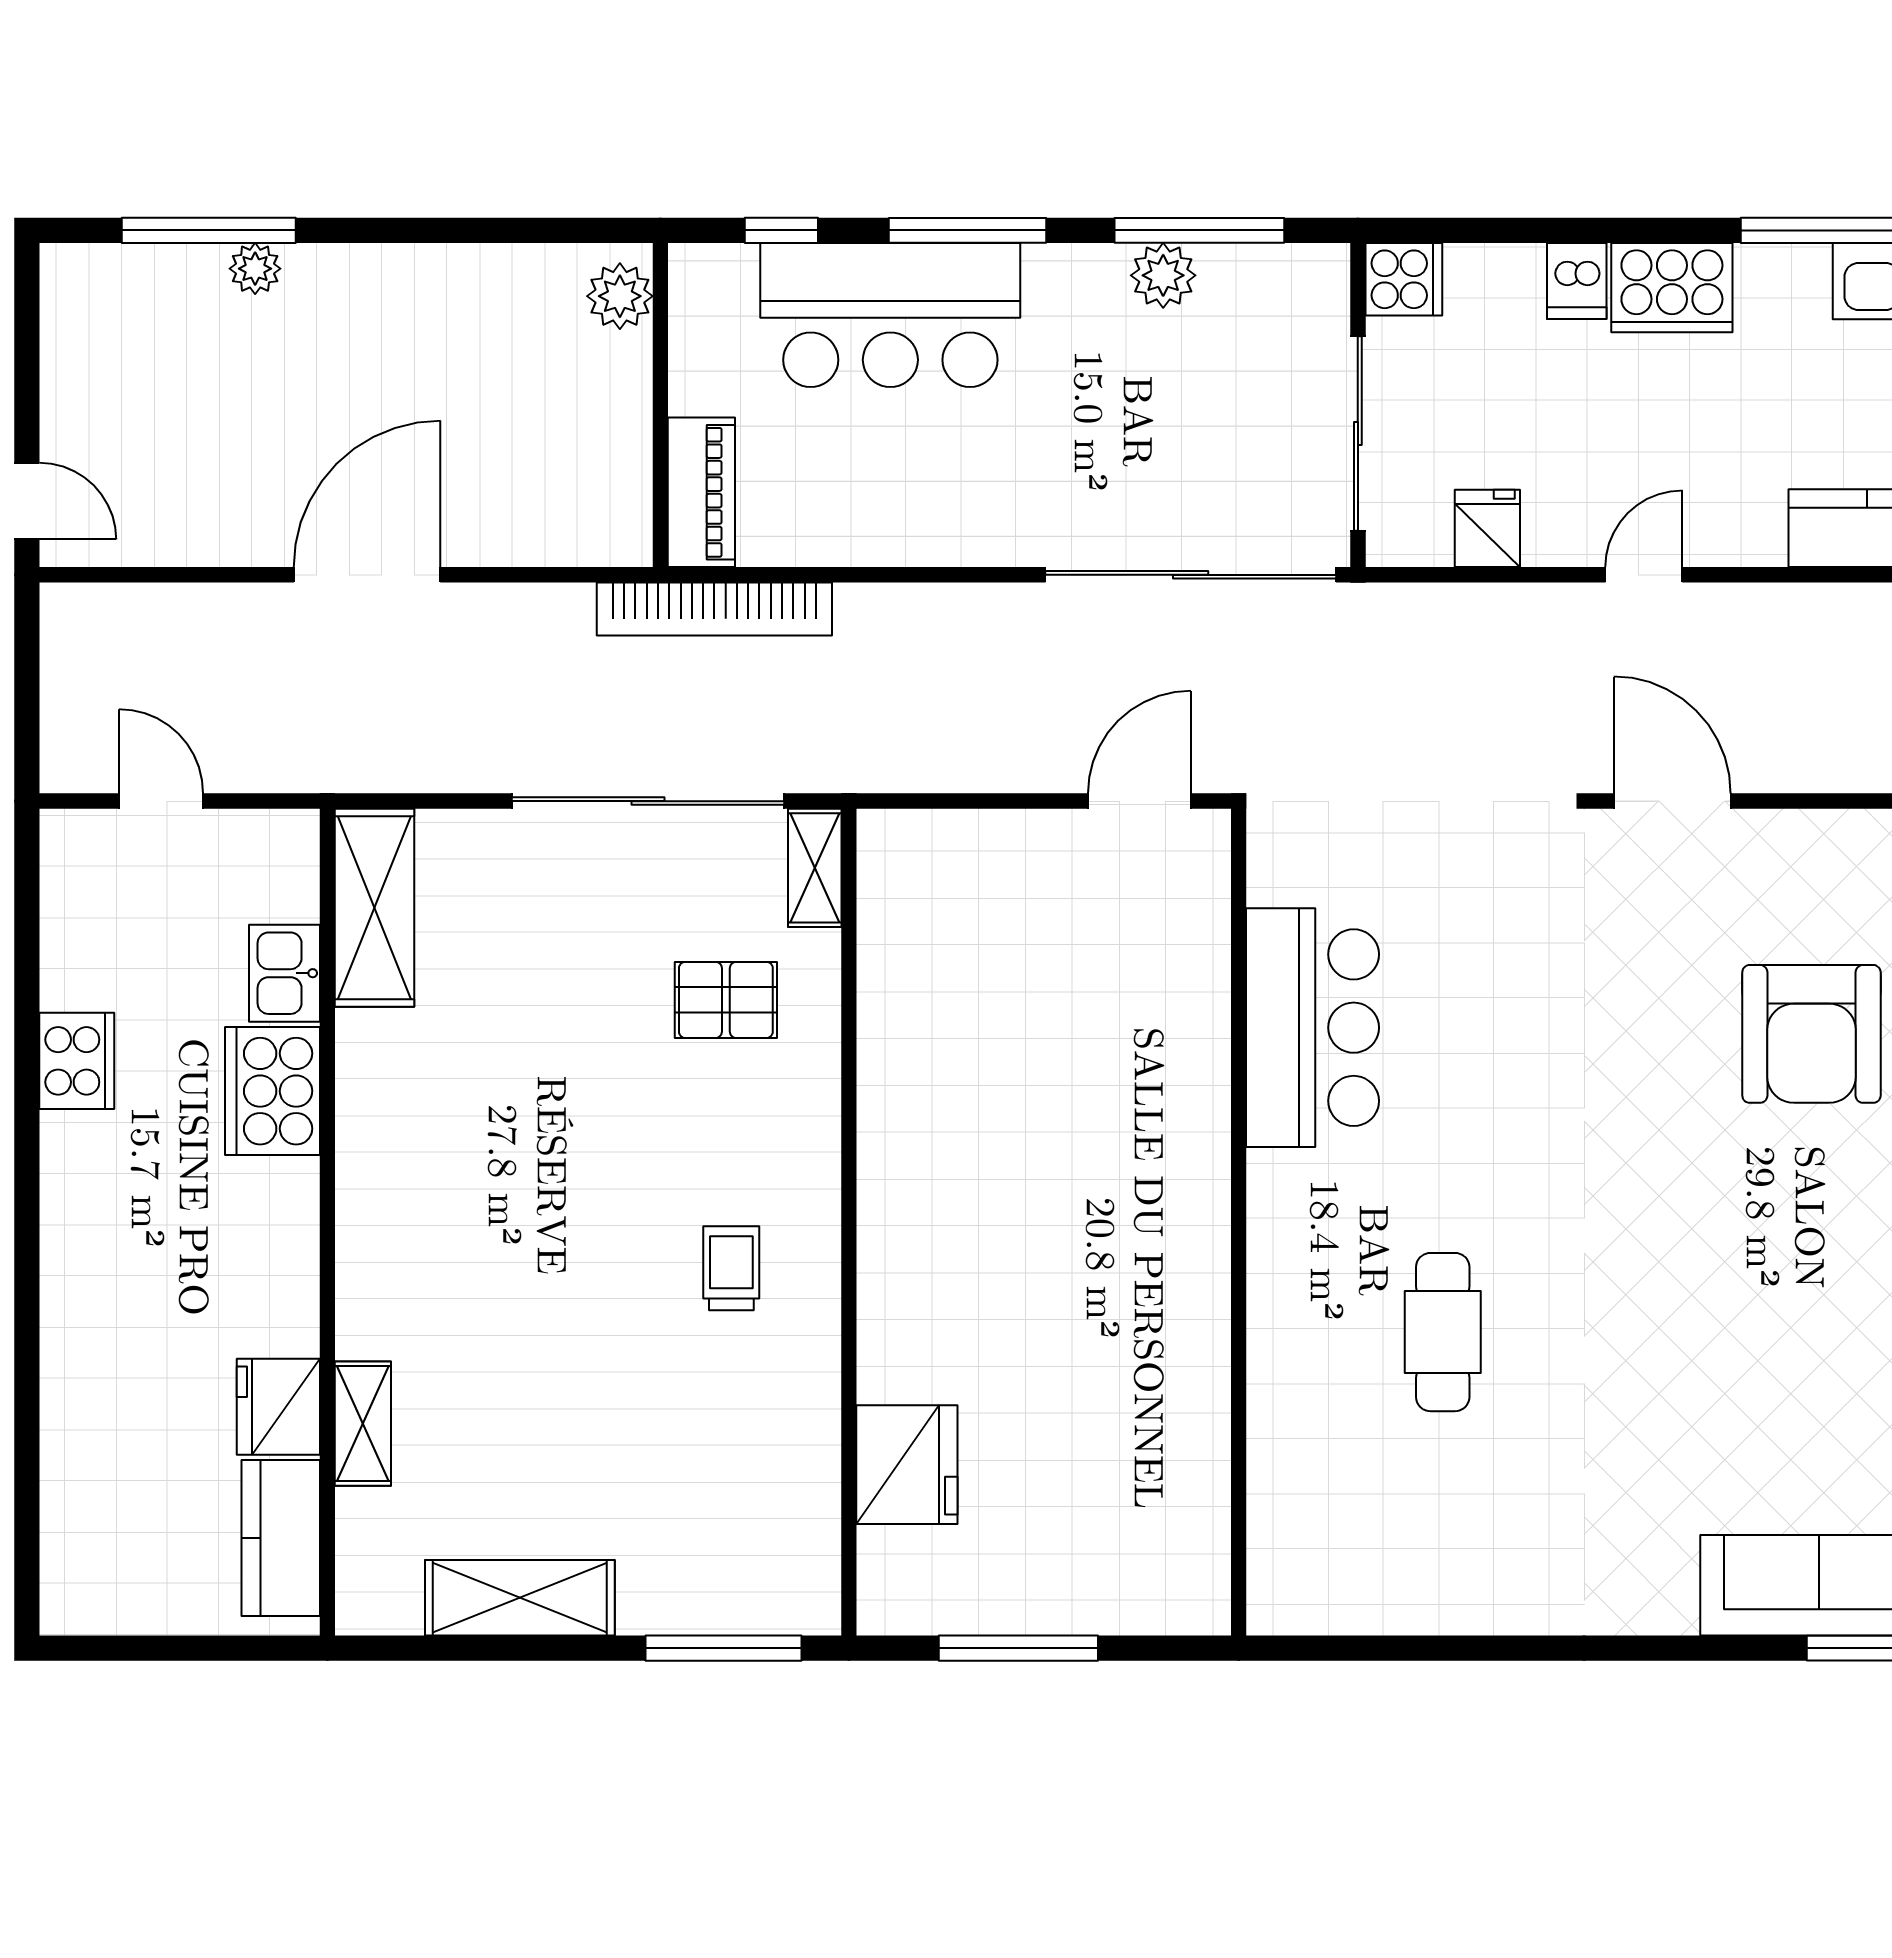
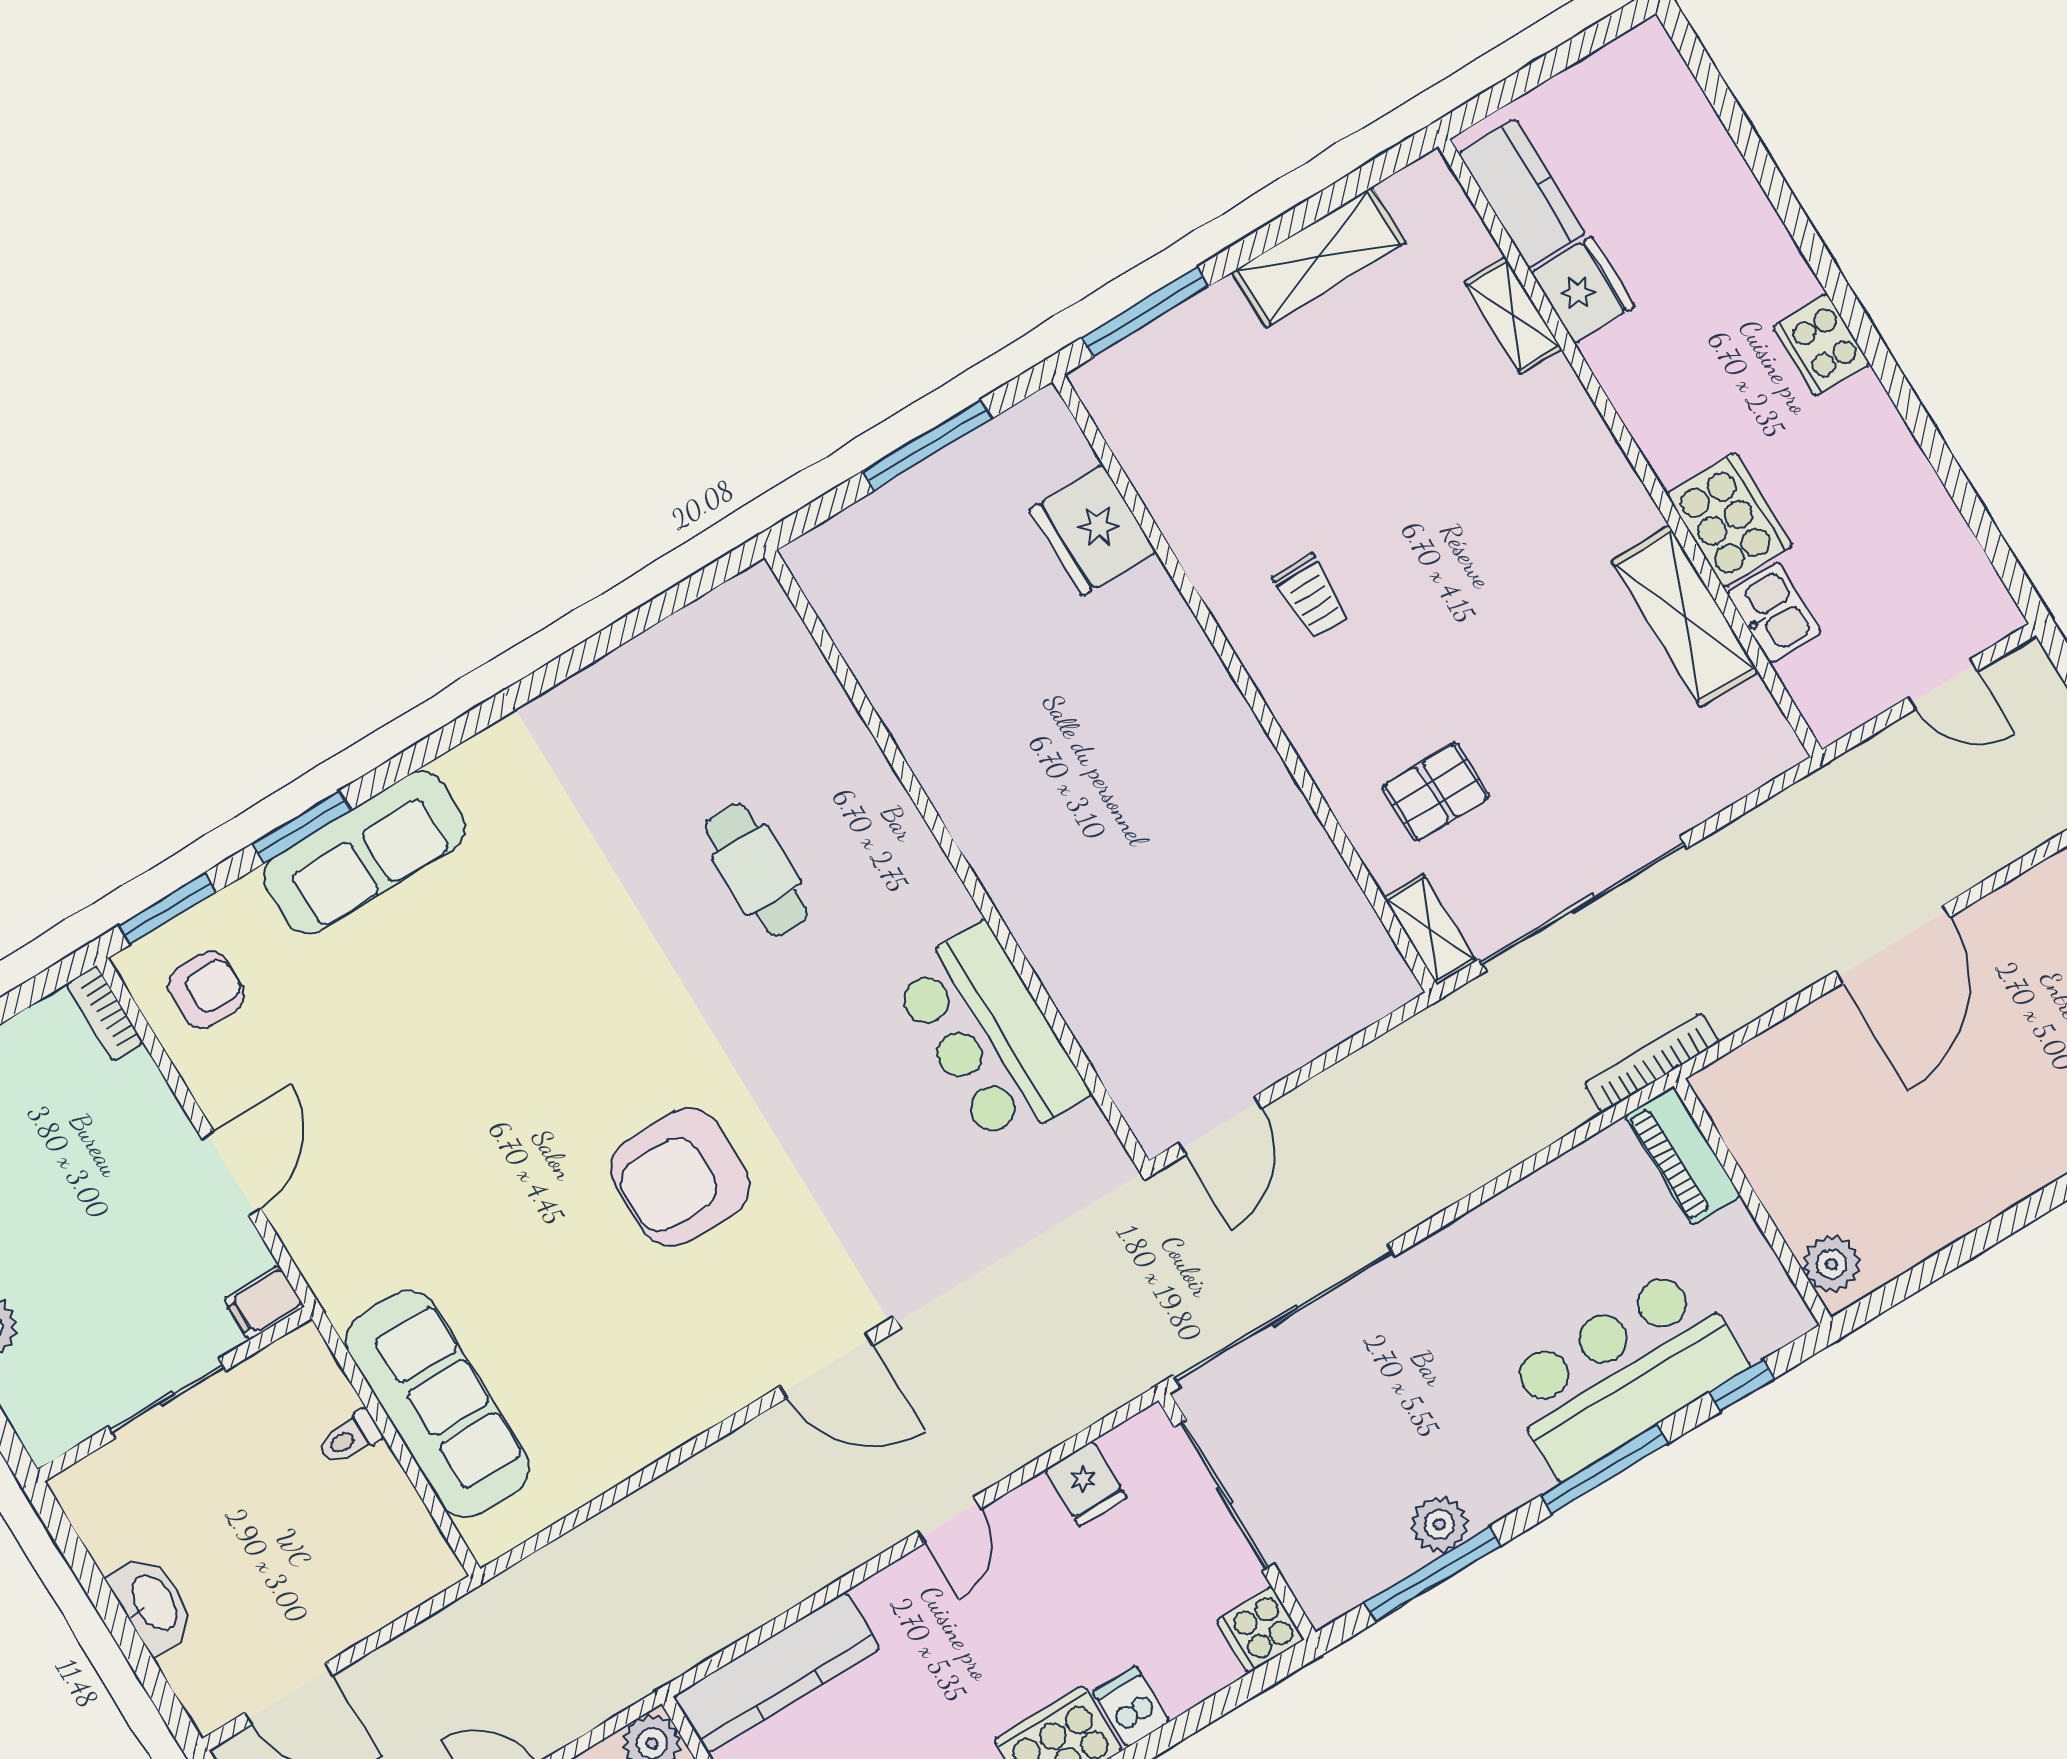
bookcase: (714, 609) -> (1652, 1063), width x0.68, depth x0.76
shelving: (375, 908) -> (1685, 616), moved
armchair: (1811, 1034) -> (681, 1177), moved, turned -90
cooker: (77, 1061) -> (1821, 345), moved

